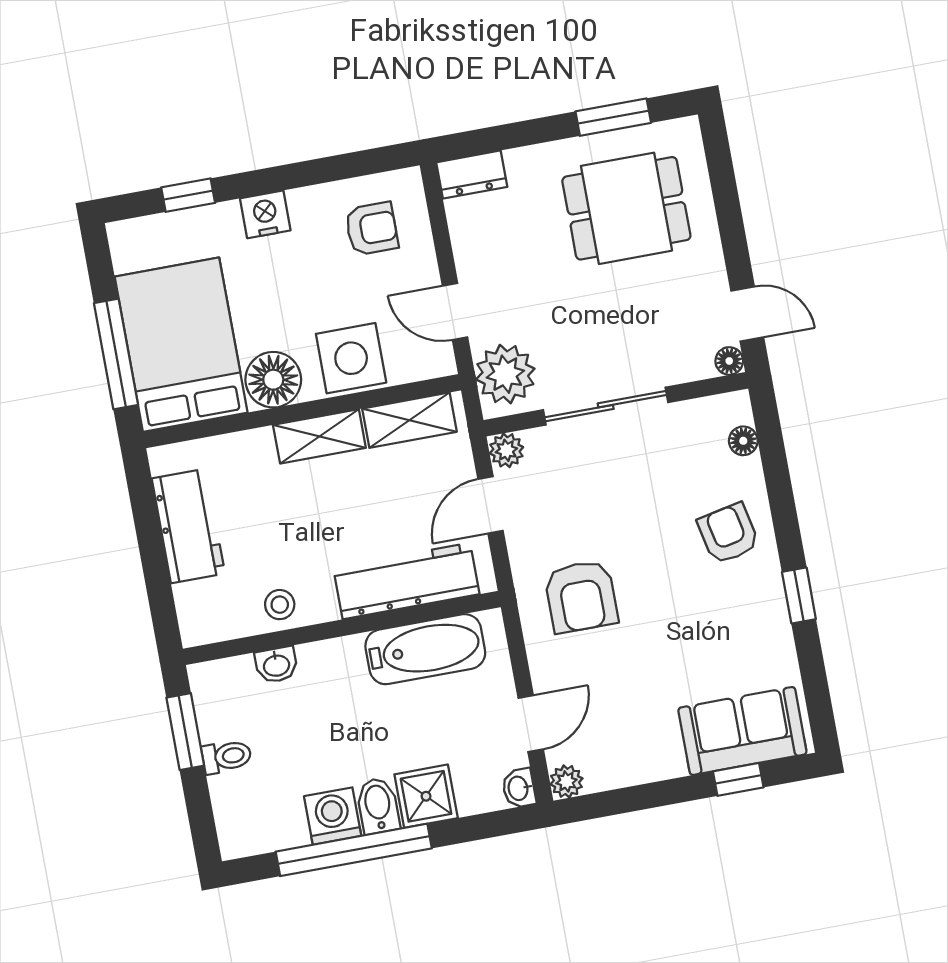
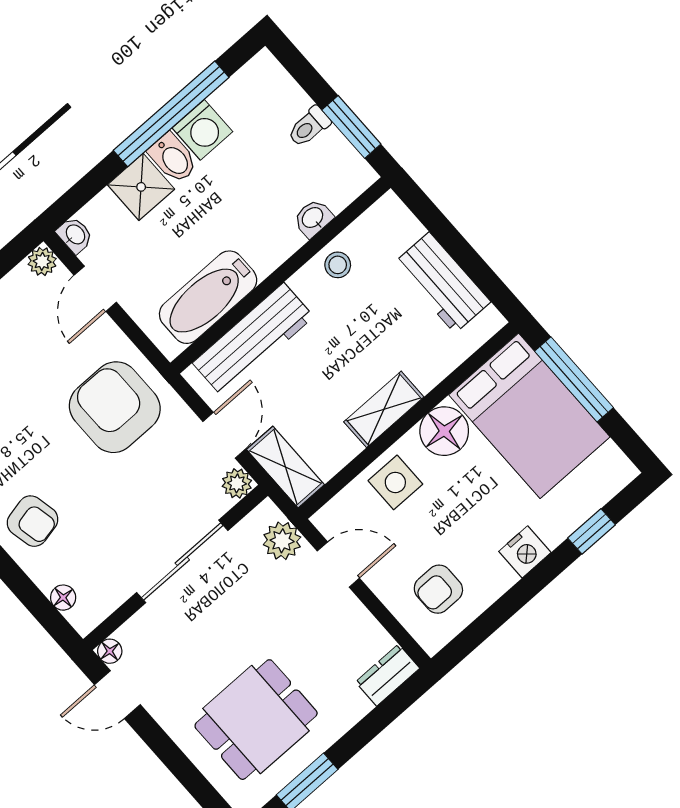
side table: (351, 358) -> (395, 482), width x0.73, depth x0.73
plant: (505, 374) -> (282, 541), width x0.73, depth x0.73
shelving: (409, 420) -> (285, 467), moved, turned 90
armchair: (581, 596) -> (115, 407), width x1.36, depth x1.36

